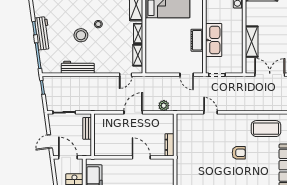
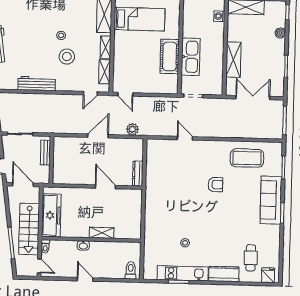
stool: (81, 35) -> (67, 57), moved
cot: (197, 40) -> (170, 56), width x1.37, depth x1.34
door: (187, 75) -> (125, 94), moved

